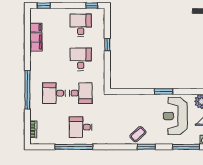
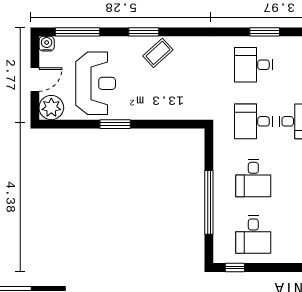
window: (107, 45) -> (209, 202), width x3.17
desk: (81, 127) -> (253, 65), turned 180
window: (74, 147) -> (265, 32), width x0.47

